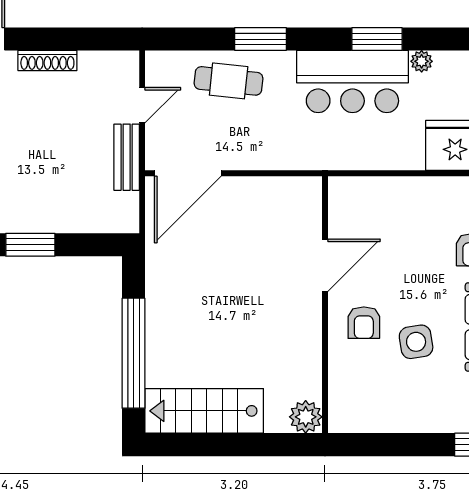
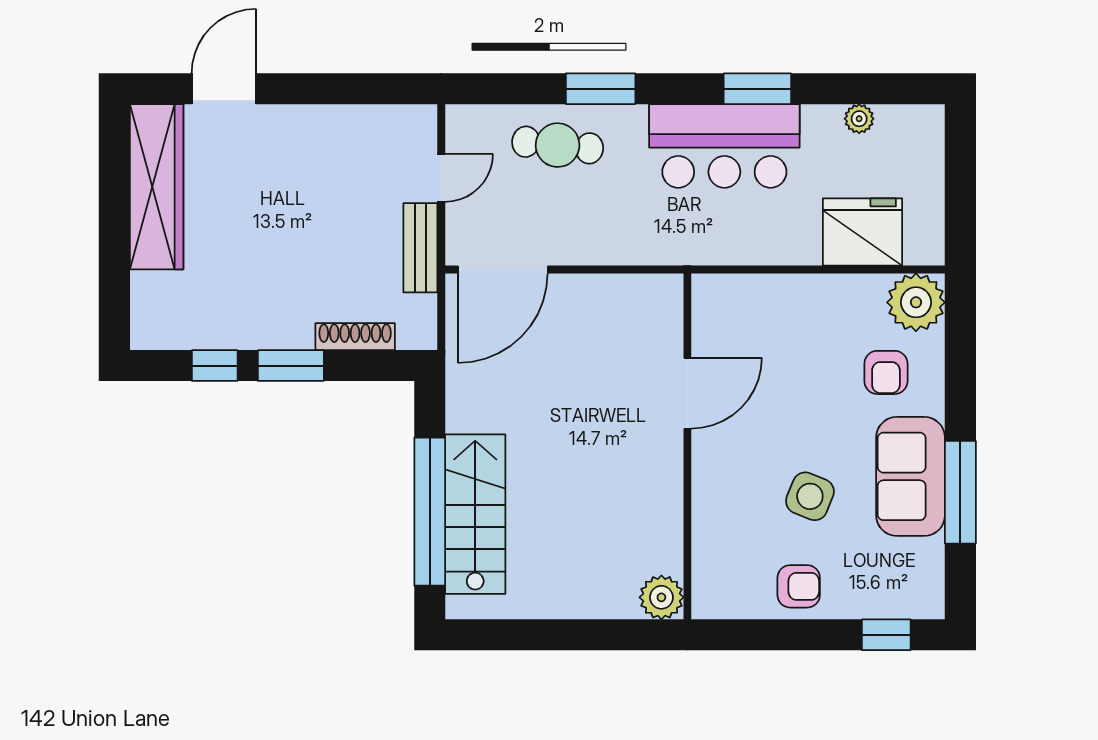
shoe rack: (47, 60) -> (355, 337), moved, turned 180
plant: (422, 61) -> (859, 119), moved
armchair: (364, 323) -> (799, 586), moved, turned -90
side table: (416, 342) -> (810, 496), turned 31
stairs: (204, 411) -> (475, 514), moved, turned 90

